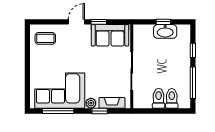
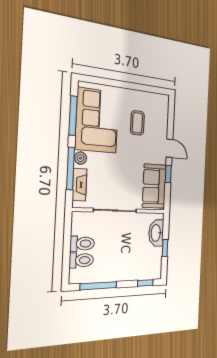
washbasin: (165, 31) -> (156, 233), moved
coffee table: (45, 38) -> (137, 123), moved
window: (193, 50) -> (145, 283), moved
window: (100, 111) -> (71, 168), width x2.17

